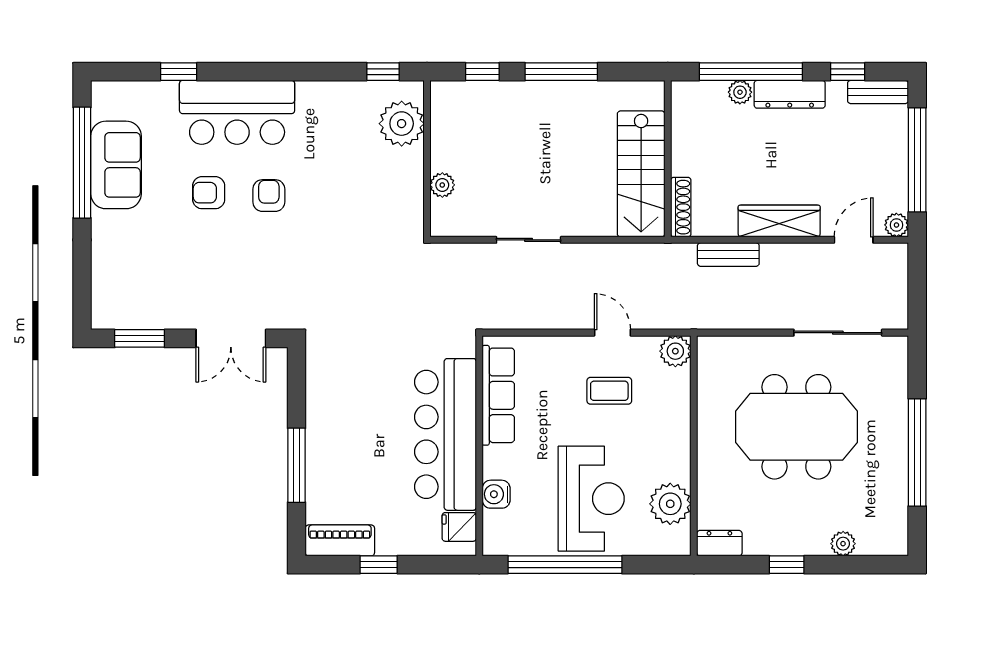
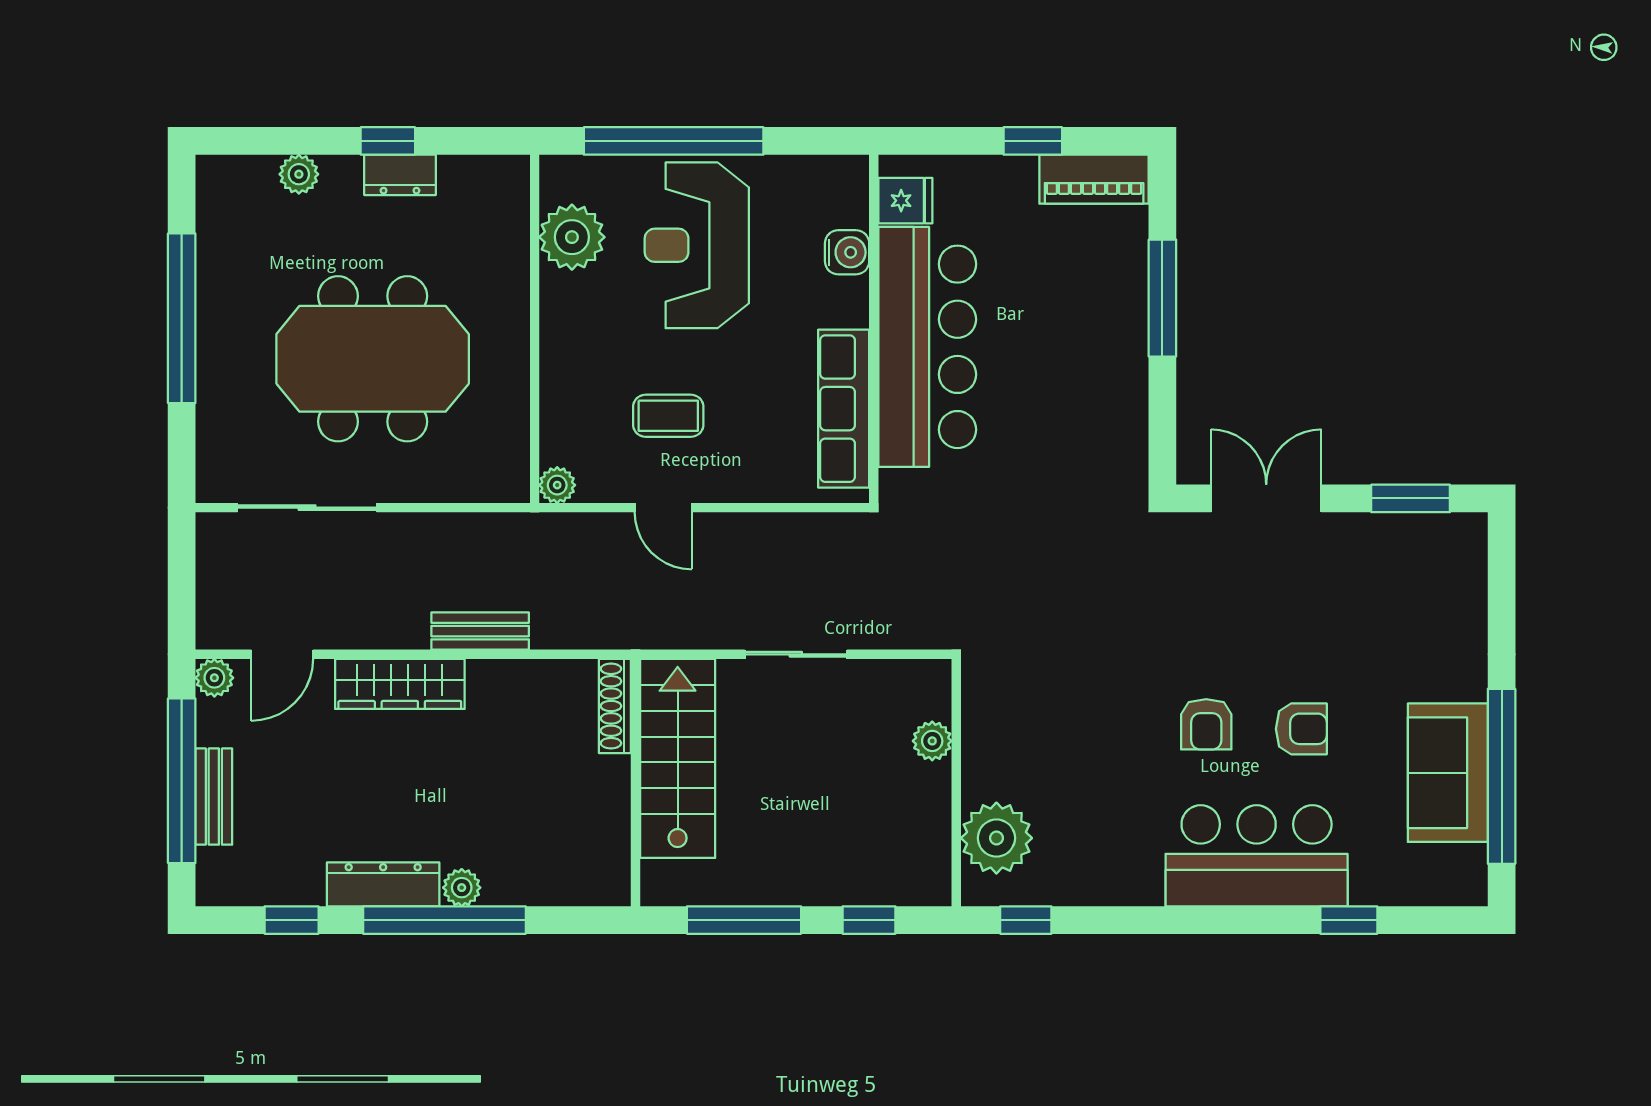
bench: (878, 92) -> (214, 797), moved, turned 90
wall: (668, 159) -> (635, 783), moved
stairs: (641, 174) -> (678, 758), moved
shoe rack: (681, 207) -> (615, 706), moved
plant: (675, 351) -> (557, 485), width x0.73, depth x0.73
dresser: (719, 543) -> (400, 175), moved
window: (565, 565) -> (674, 141), moved

